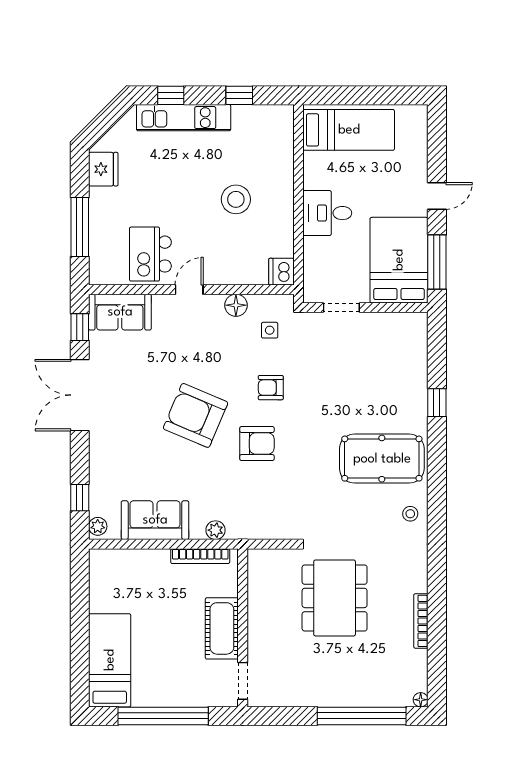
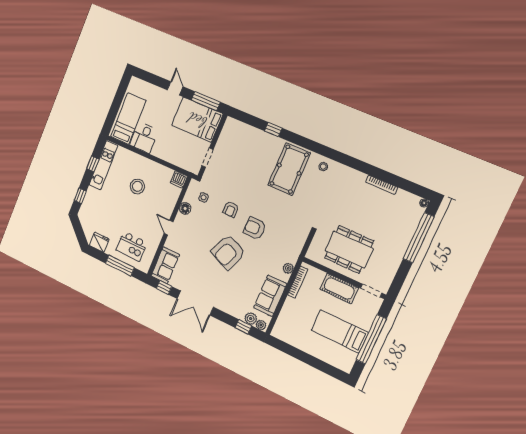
kitchen unit: (184, 118) -> (103, 165), moved
desk: (327, 213) -> (144, 138), moved
kitchen island: (150, 254) -> (131, 246), moved
armchair: (257, 444) -> (255, 228), turned -90
plant: (100, 504) -> (251, 319), added
dining table: (335, 598) -> (349, 250), moved
bed: (110, 660) -> (340, 331), moved

